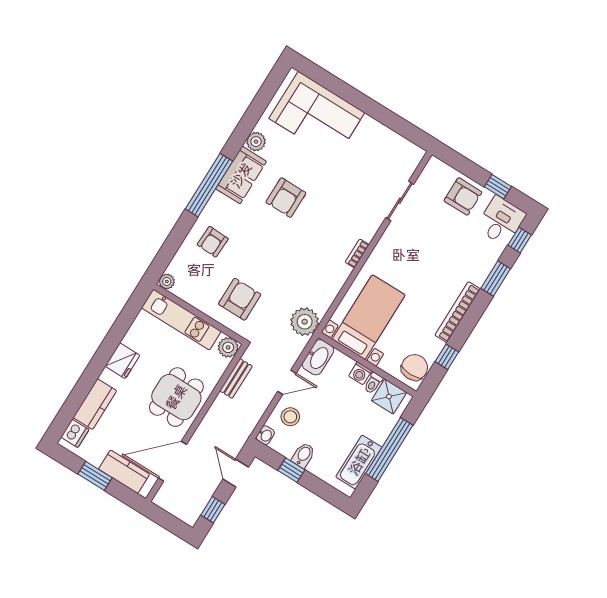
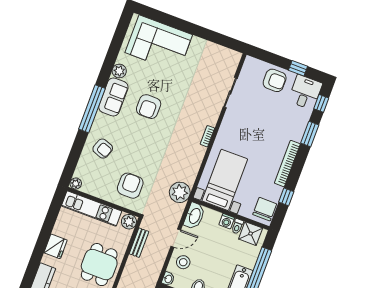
armchair: (213, 242) -> (103, 149), turned -72

